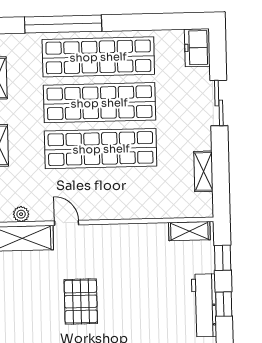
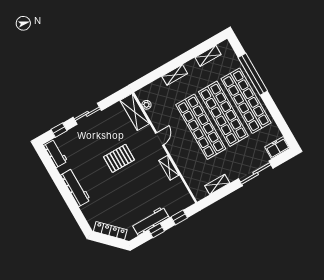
sliding door: (219, 103) -> (256, 173), width x1.37
door: (67, 223) -> (160, 139), moved
shelving: (189, 231) -> (169, 168), moved

